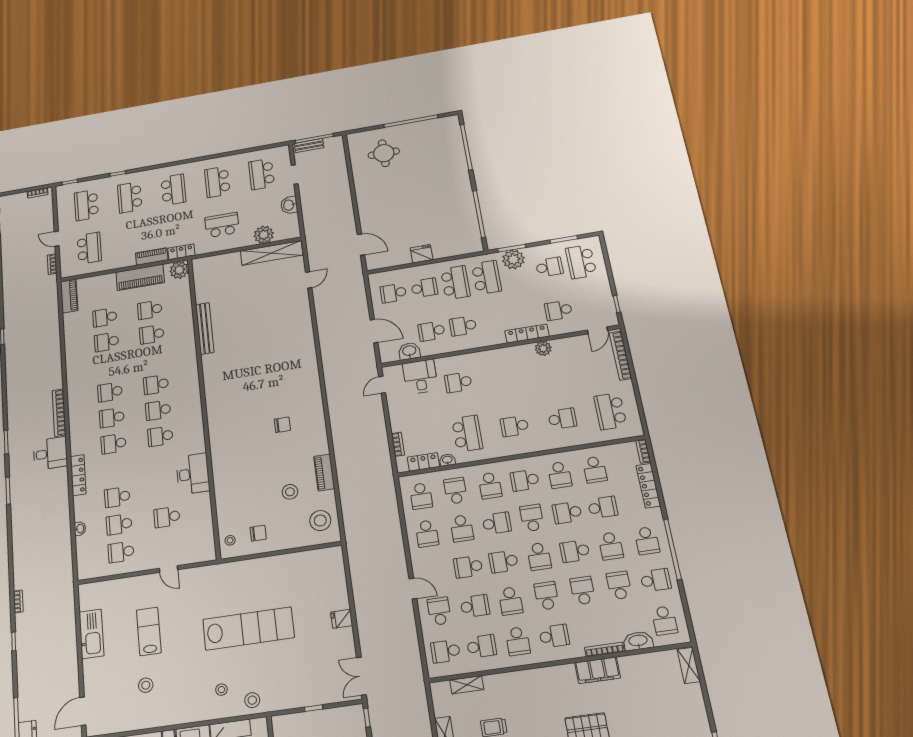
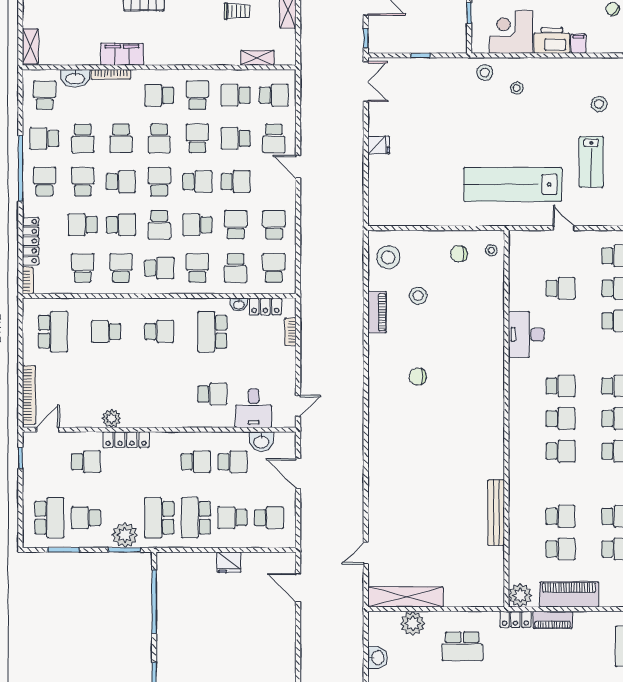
lab bench: (248, 628) -> (513, 184), moved

